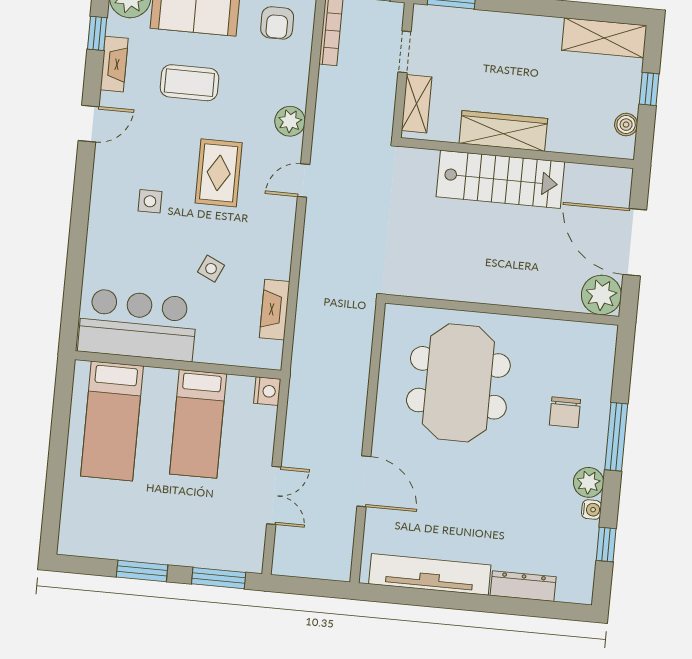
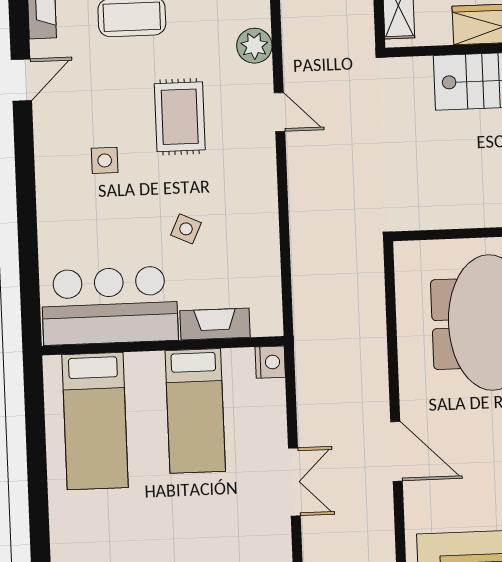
door: (304, 180) -> (280, 112), swing flipped
fireplace: (275, 310) -> (215, 324), moved, turned 90

